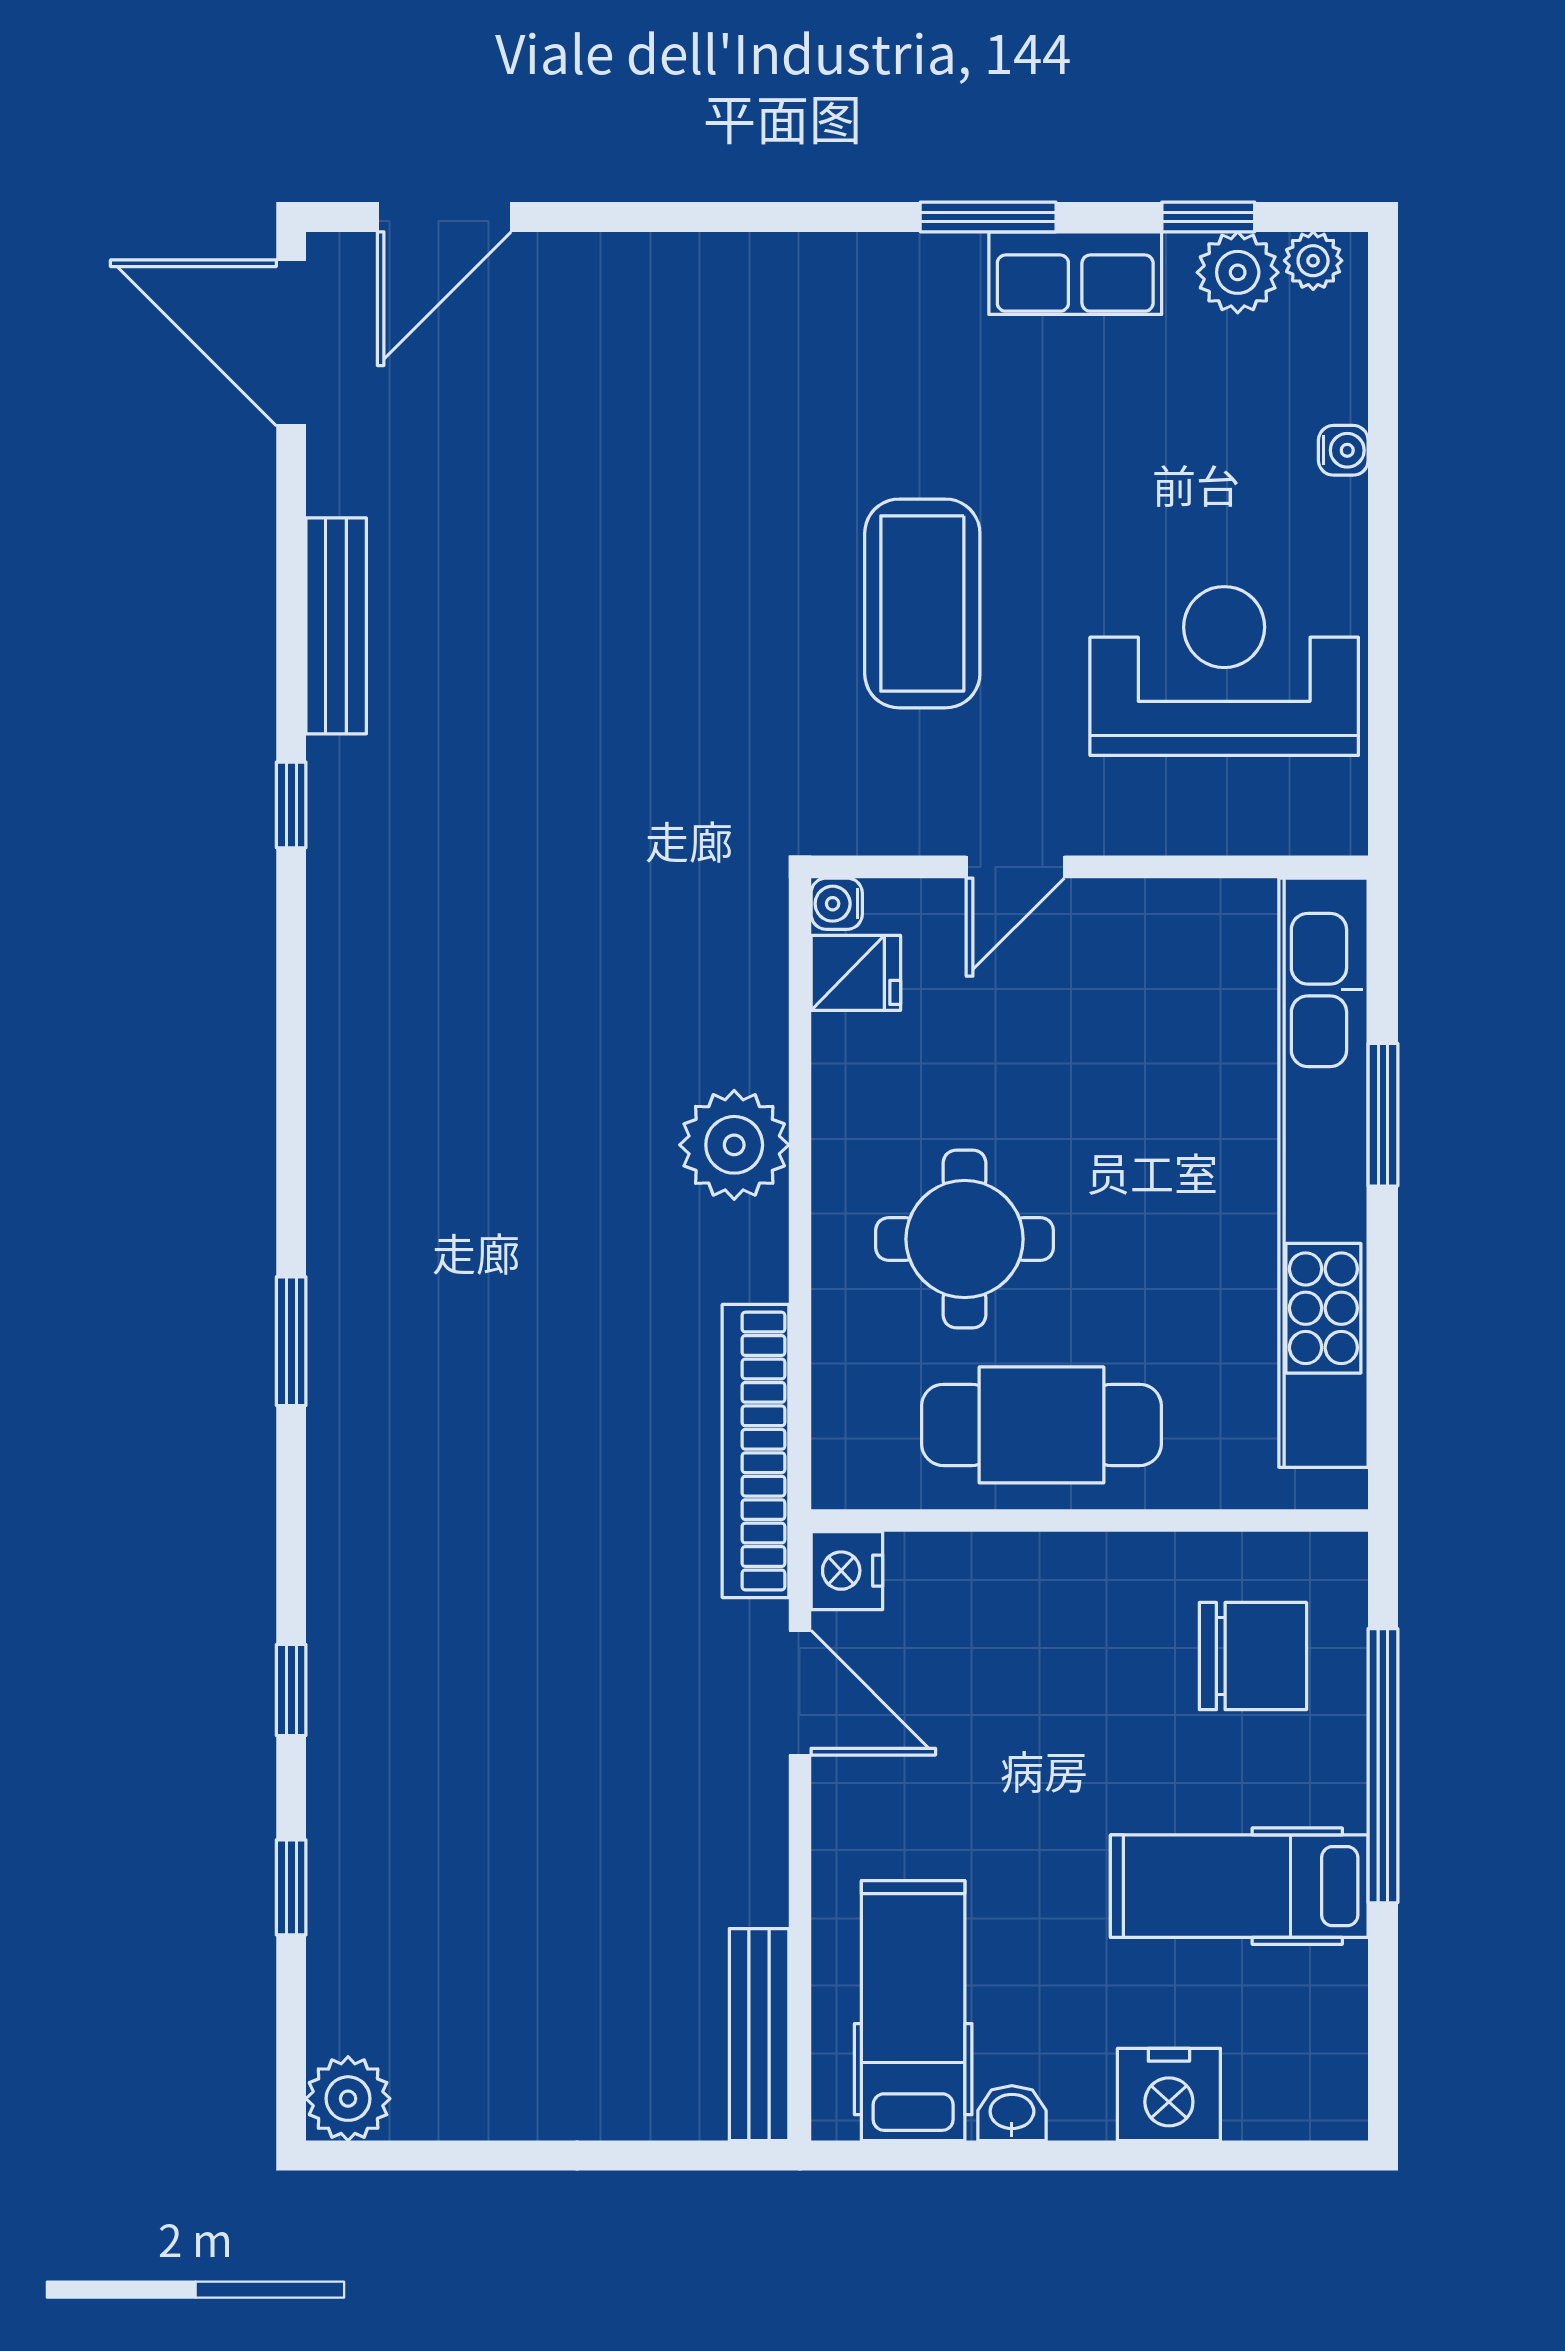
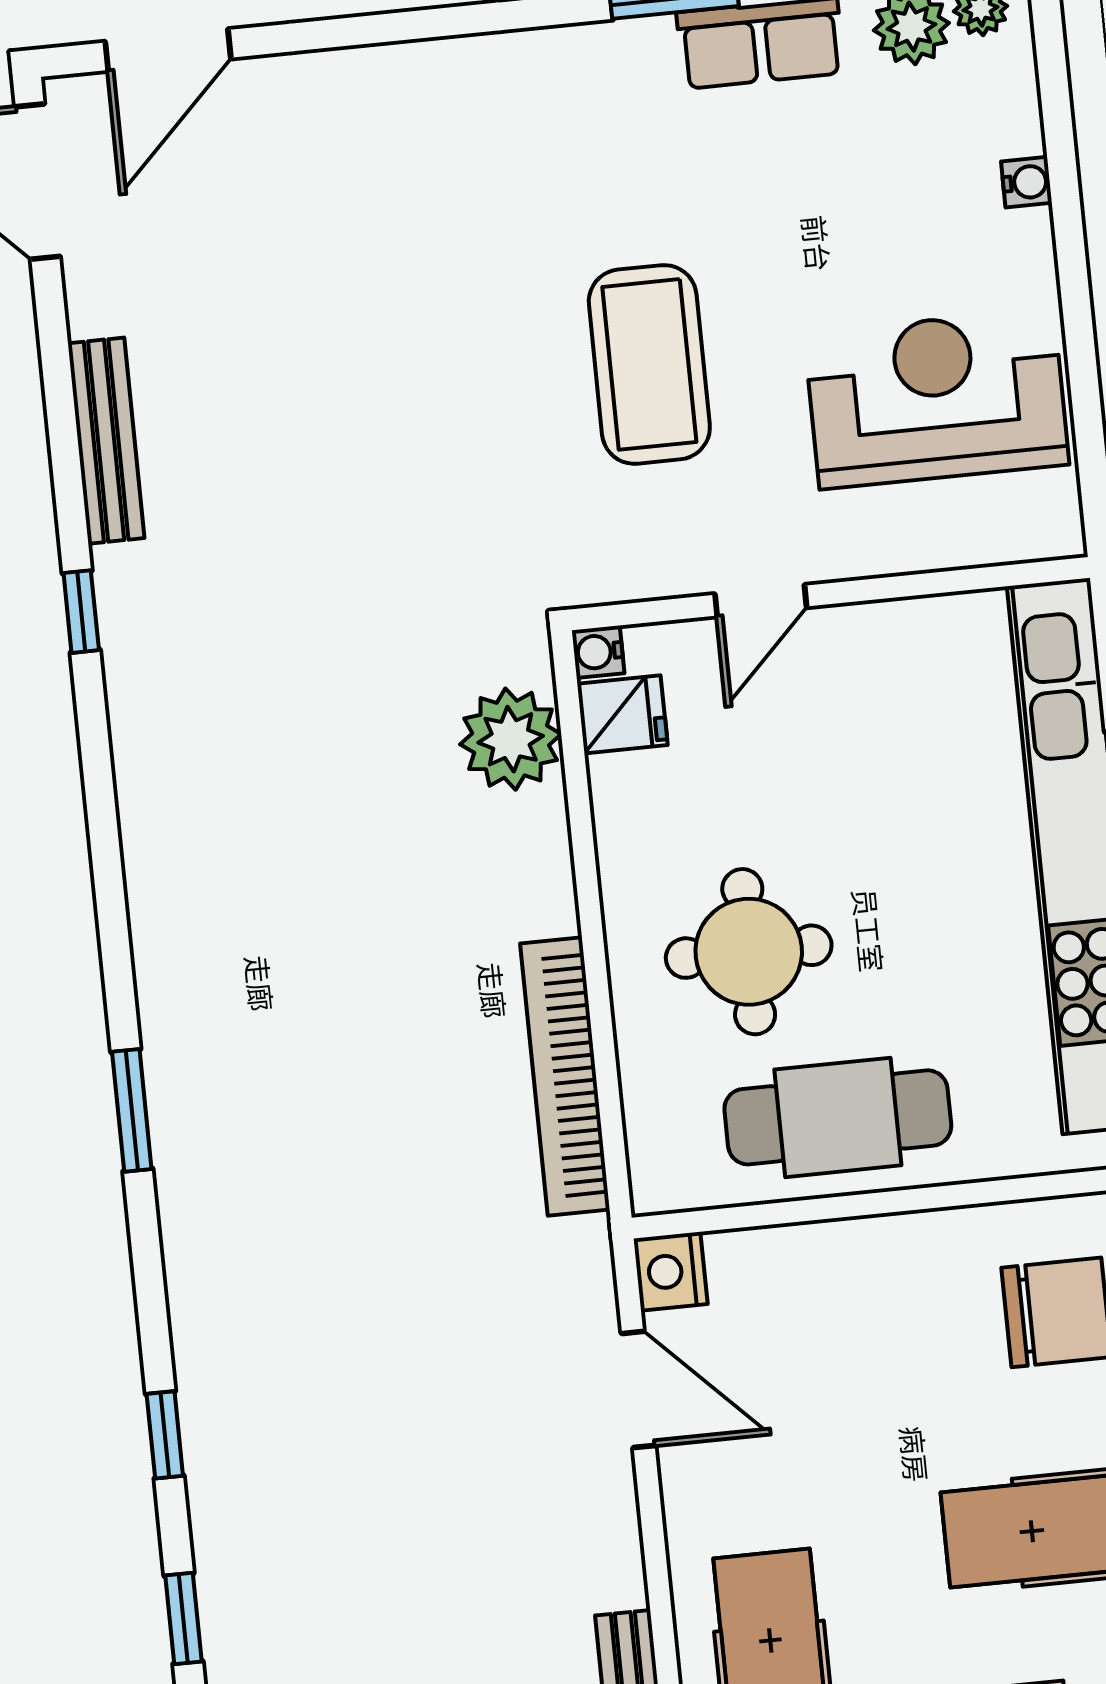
plant: (734, 1145) -> (511, 739), moved
bookcase: (755, 1451) -> (565, 1076), moved

